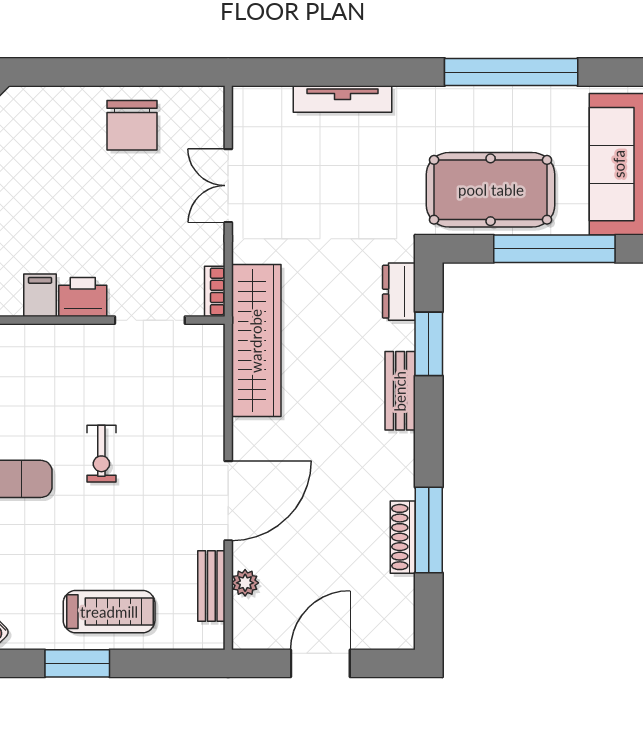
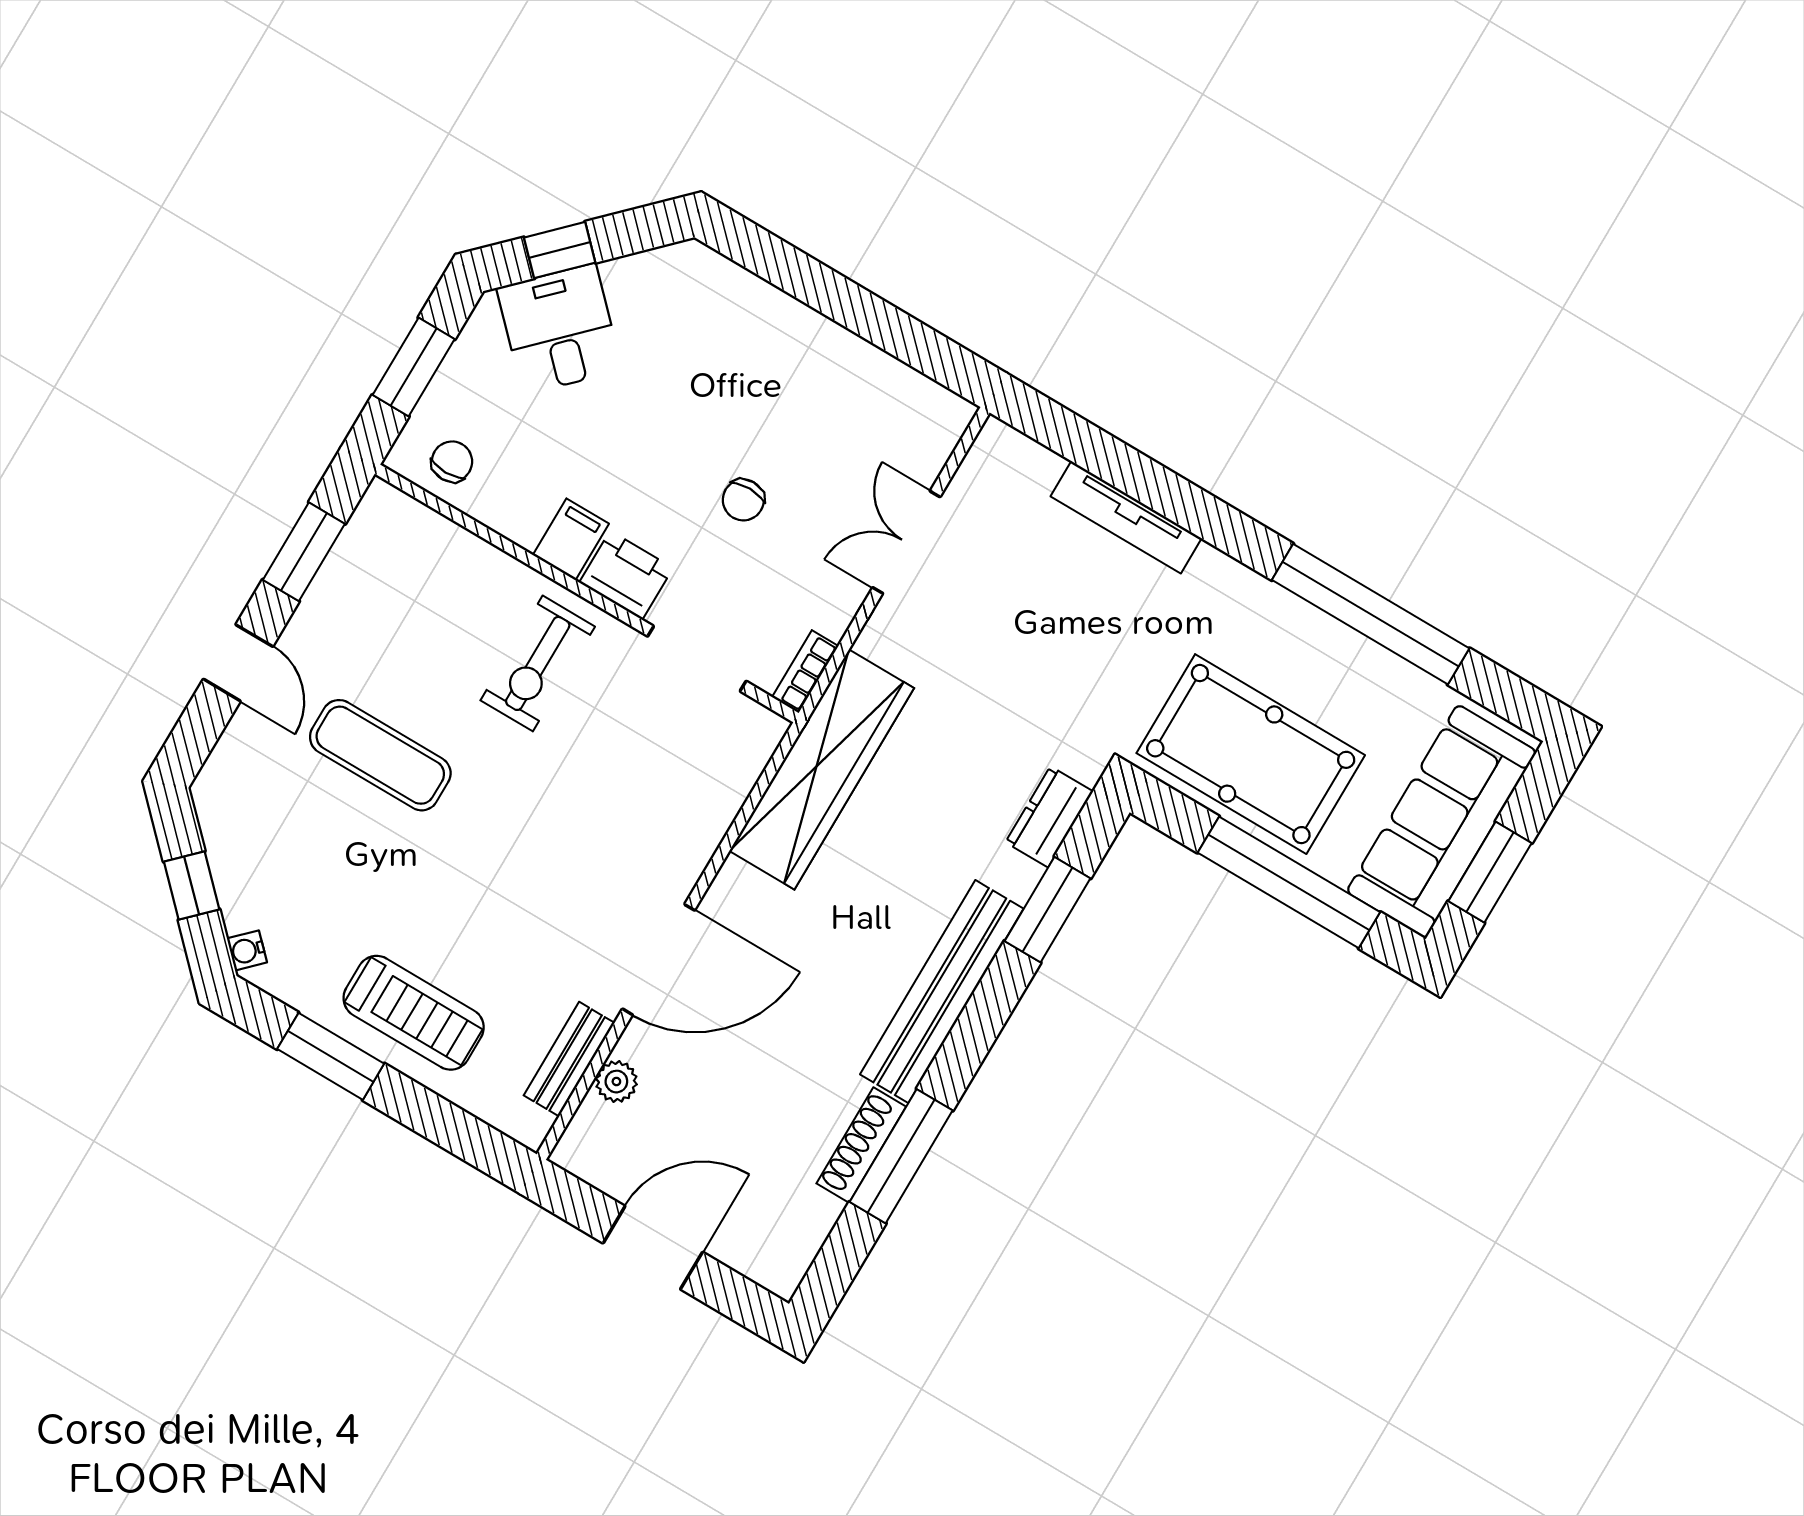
chair: (132, 125) -> (743, 500), moved, width x0.54, depth x0.54
bench: (400, 391) -> (942, 992), width x1.86, depth x1.21
exercise bike: (101, 454) -> (538, 663), moved, width x1.38, depth x1.39

